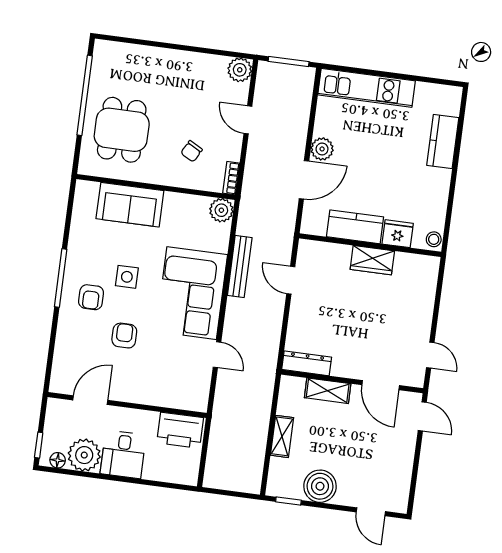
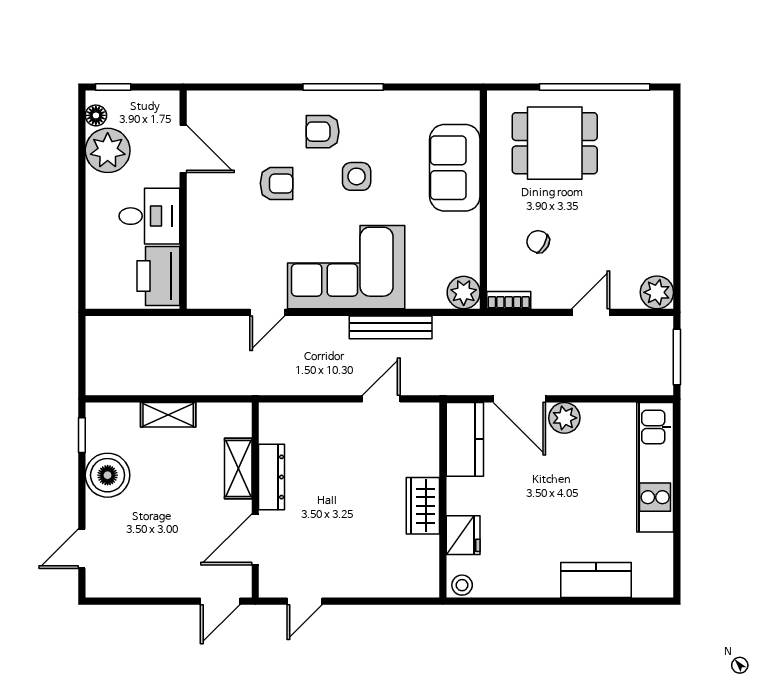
kitchen counter: (355, 227) -> (465, 439), moved
dresser: (307, 363) -> (272, 477), moved
desk: (123, 454) -> (149, 216), moved, turned 180

